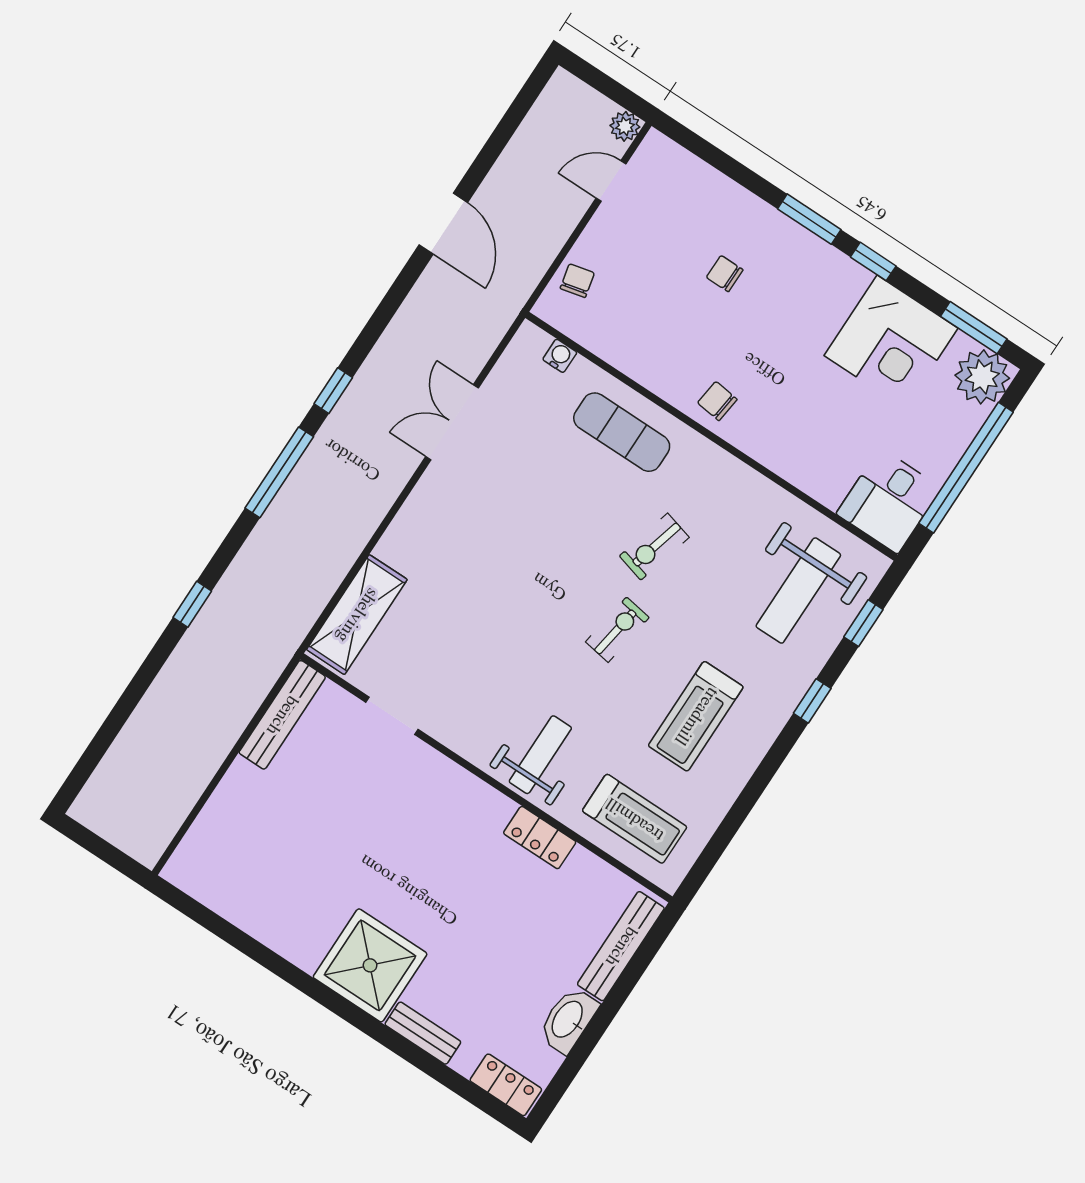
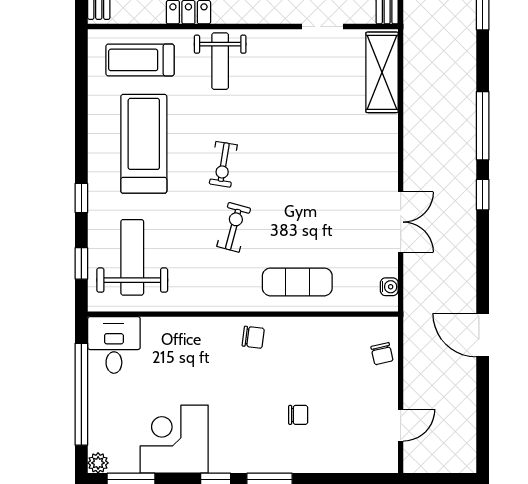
plant: (625, 126) -> (414, 463), removed
water cooler: (560, 356) -> (389, 287), moved, turned -90
plant: (982, 377) -> (98, 463), width x0.53, depth x0.53
treadmill: (696, 716) -> (144, 144), width x1.37, depth x1.37

